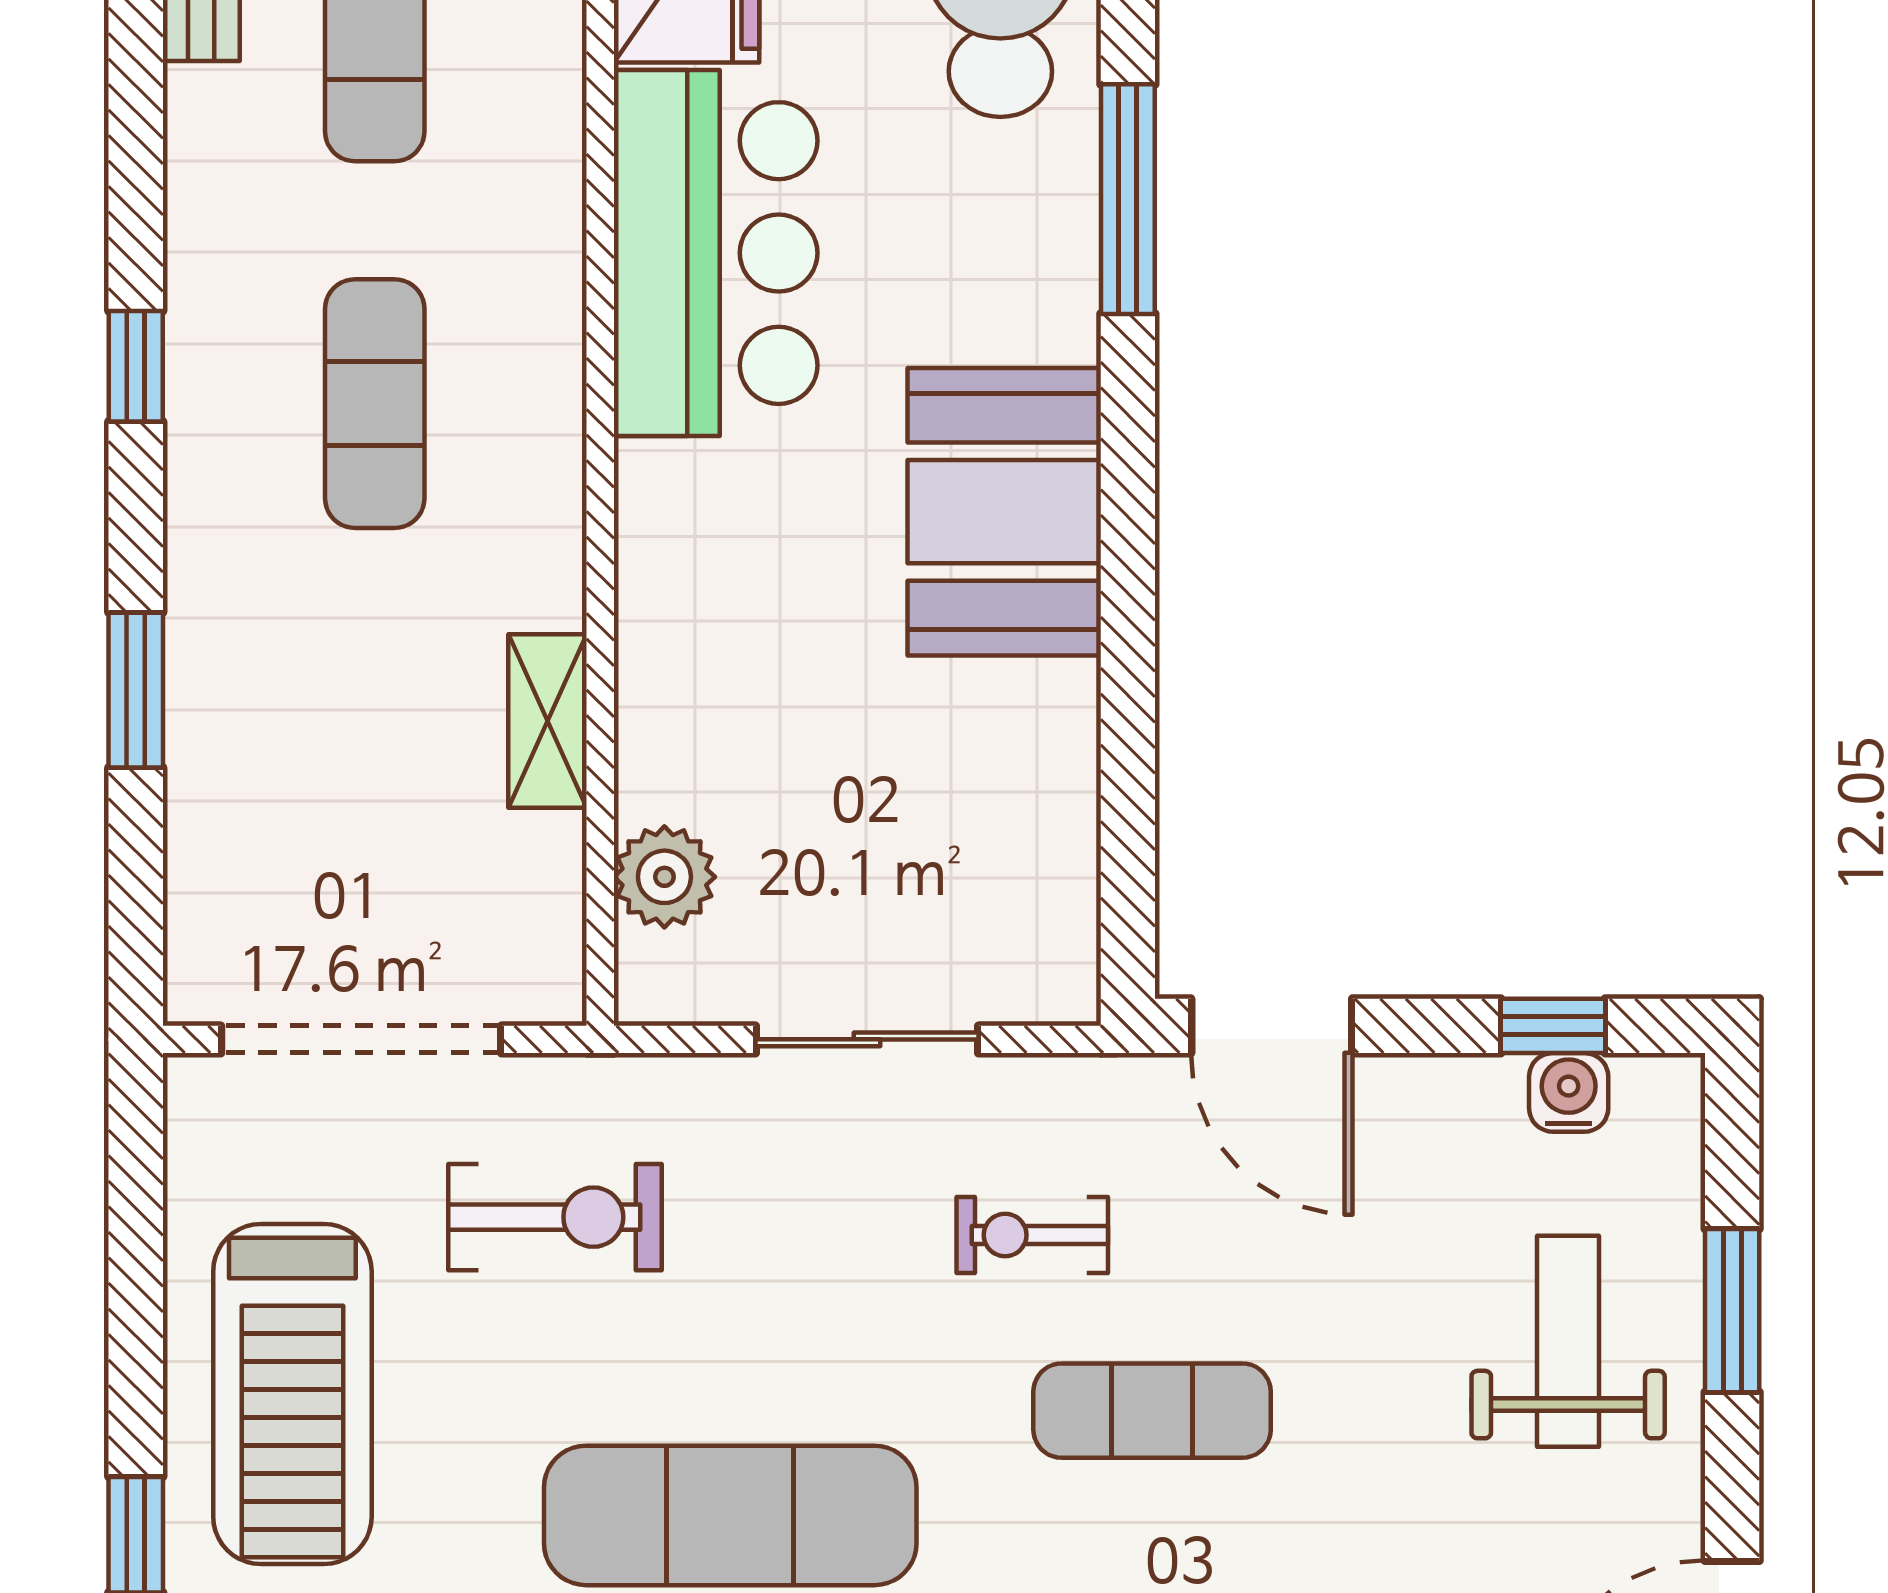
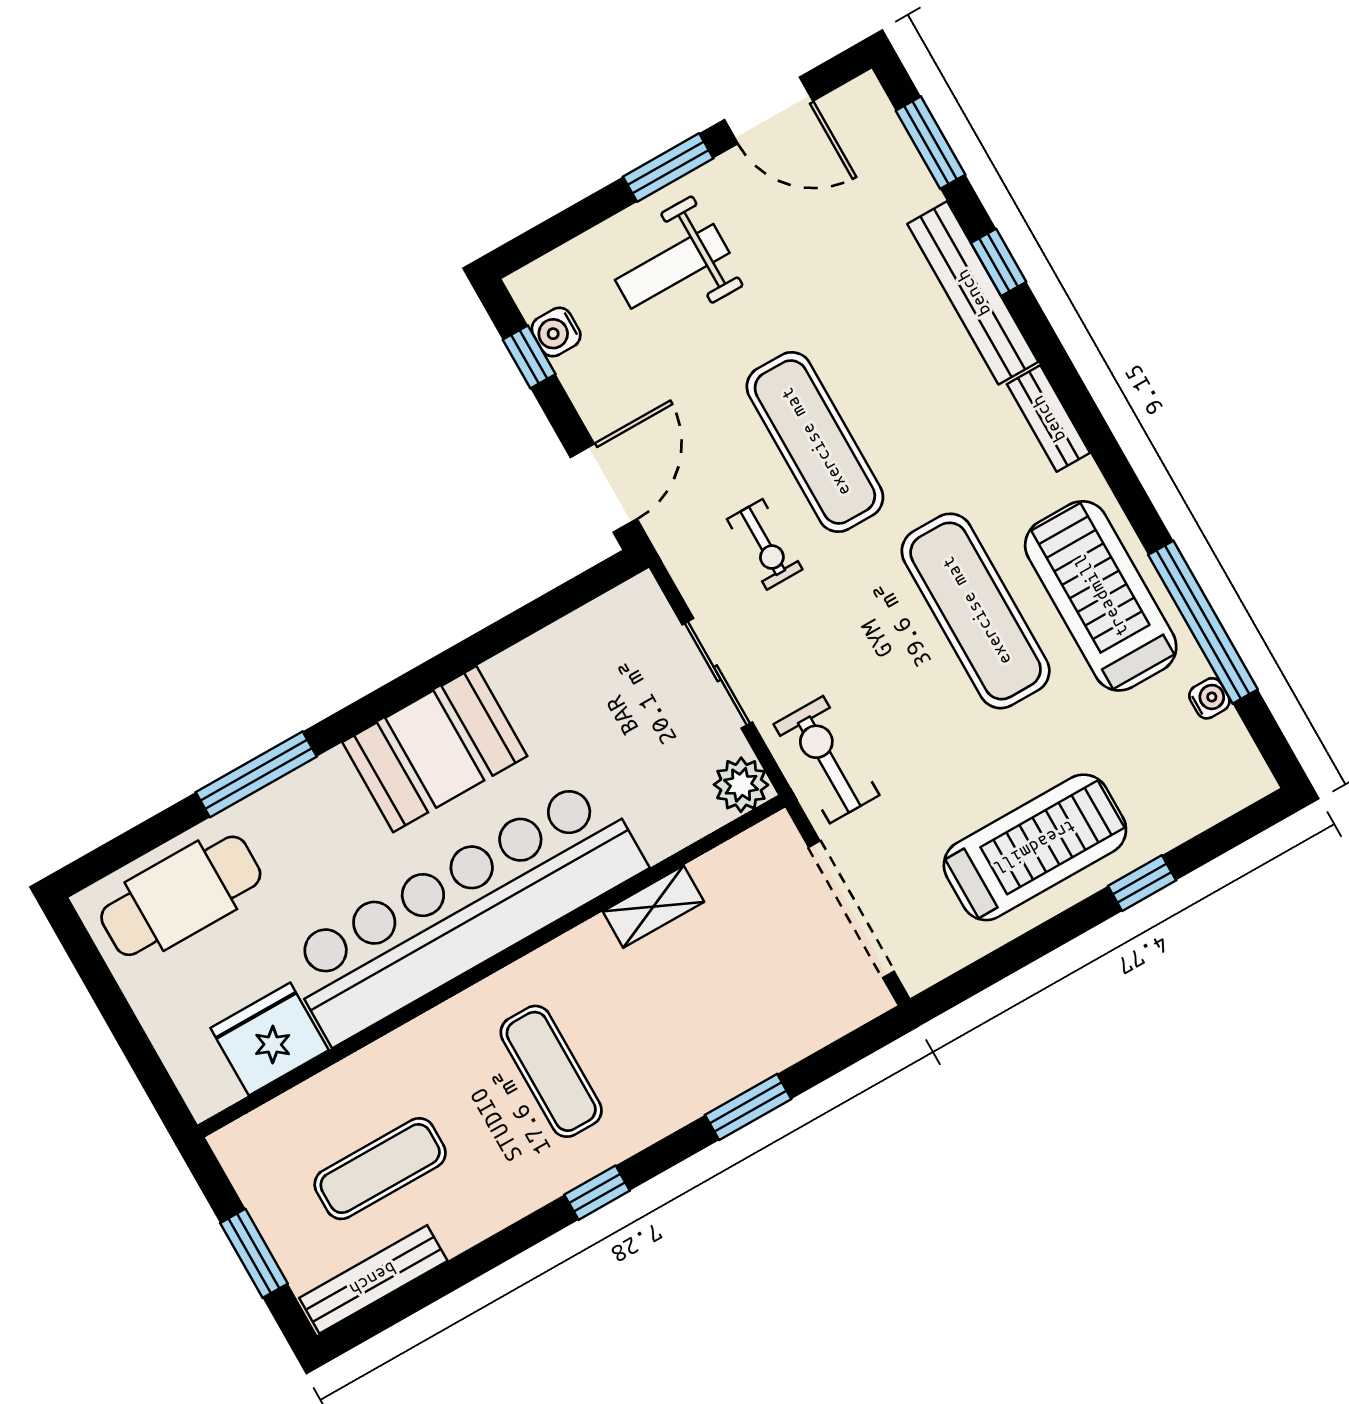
bar counter: (716, 253) -> (464, 911), width x1.86
exercise mat: (375, 404) -> (551, 1071), turned 90
plant: (664, 877) -> (741, 785), moved
exercise bike: (555, 1217) -> (826, 760), moved
window: (1732, 1311) -> (668, 168), moved
exercise mat: (1152, 1411) -> (815, 442), width x1.36, depth x1.45

